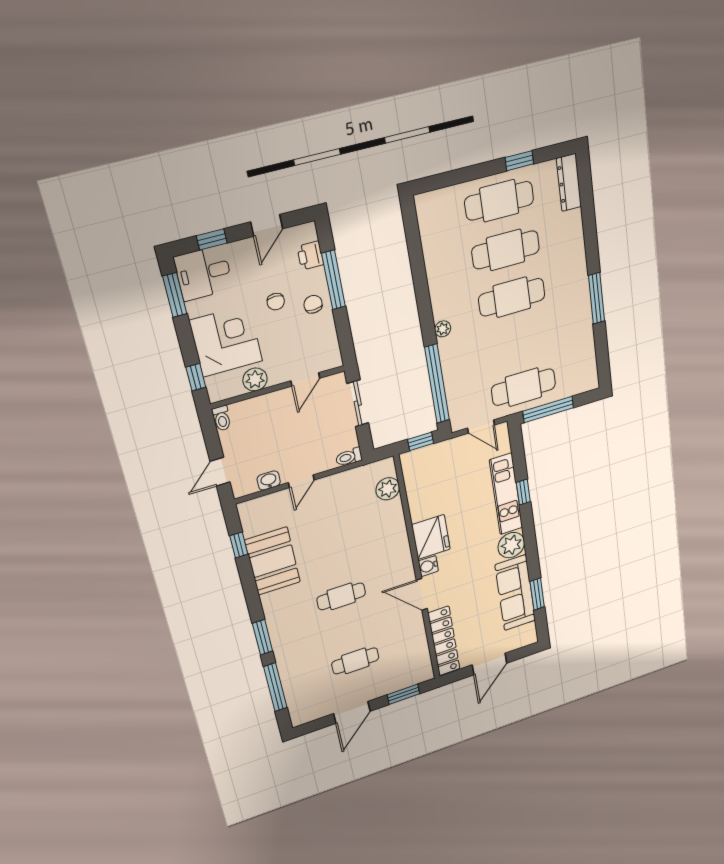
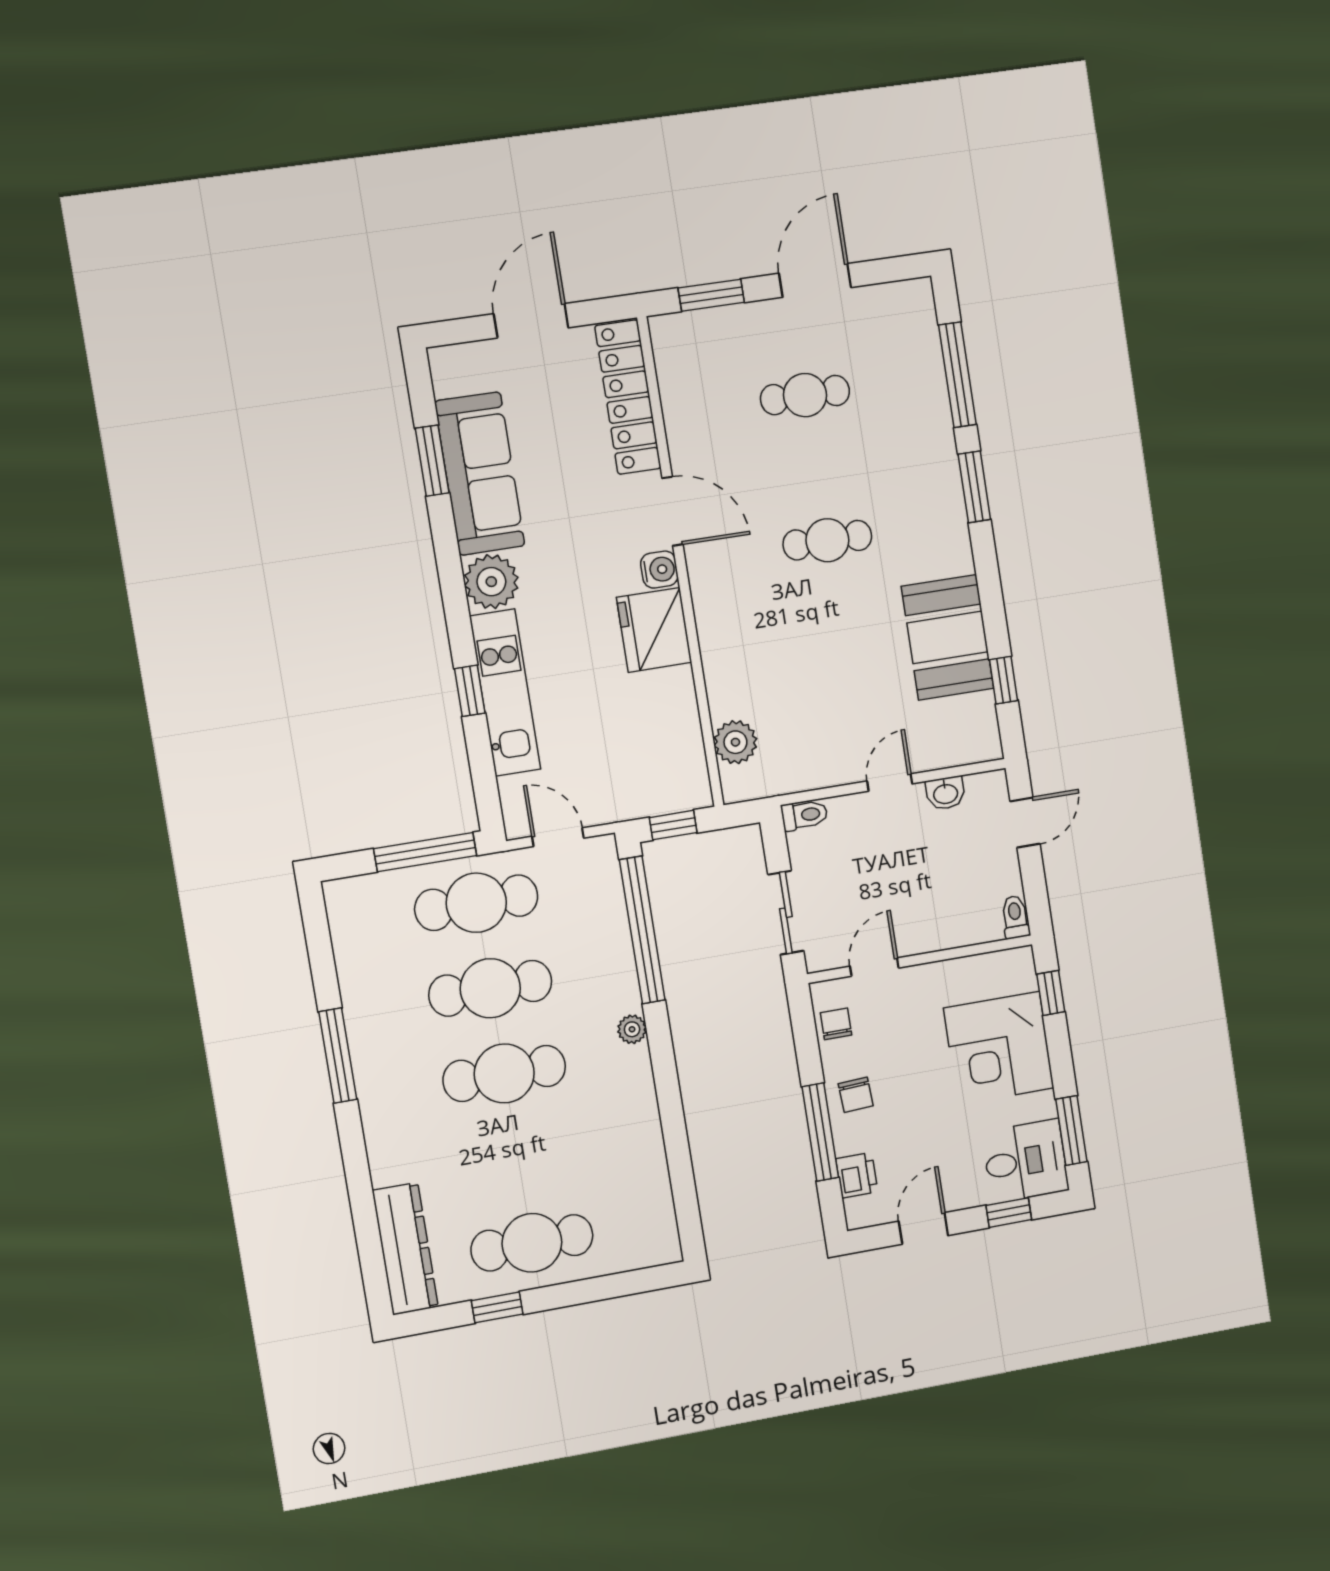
dresser: (569, 183) -> (405, 1249), width x1.37, depth x1.24
cafe table: (506, 250) -> (490, 988), moved
chair: (276, 302) -> (836, 1024), moved
plant: (255, 379) -> (957, 977), removed

